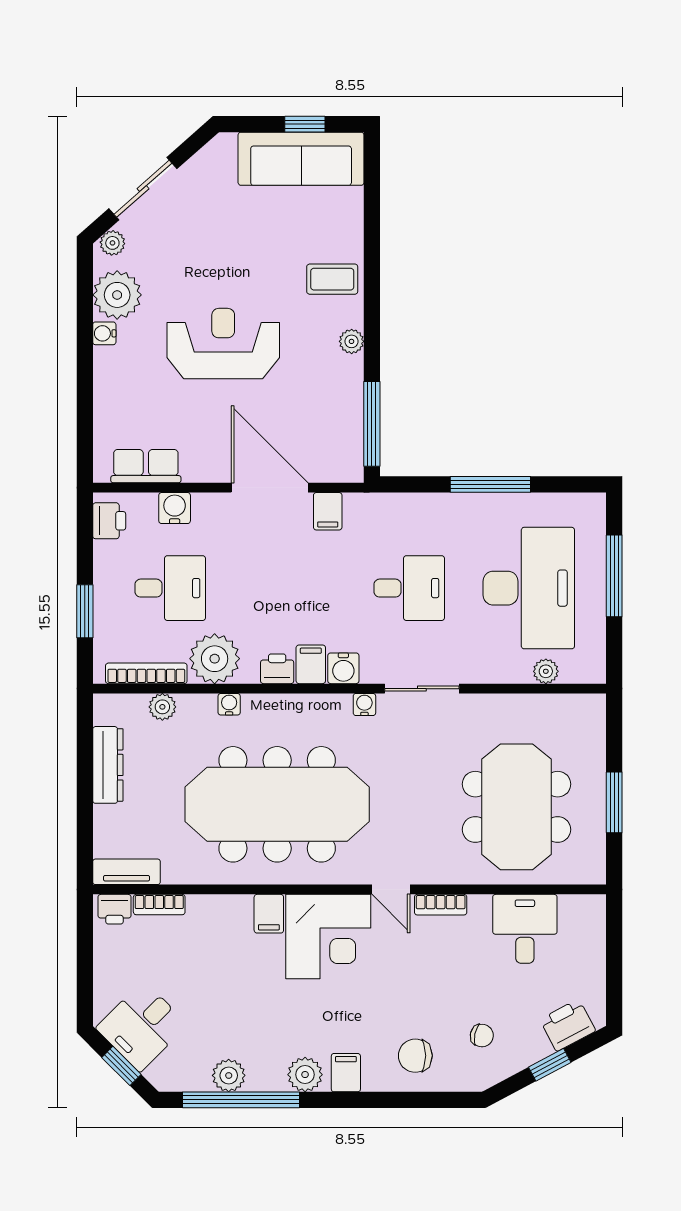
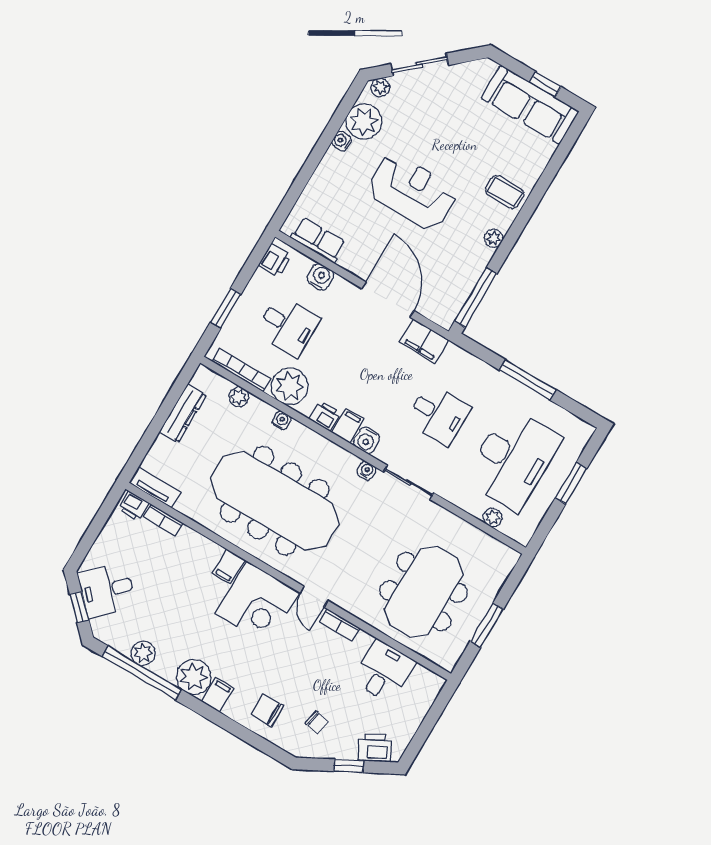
filing cabinet: (328, 511) -> (424, 341), width x2.00
window: (614, 576) -> (571, 483), width x0.69
plant: (305, 1075) -> (194, 677), width x1.36, depth x1.36

